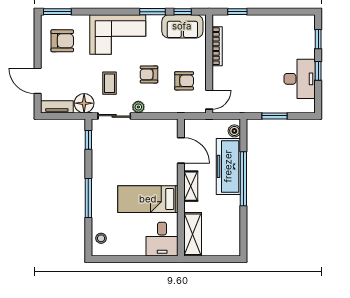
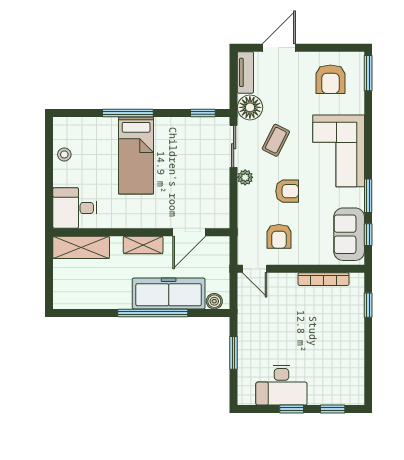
armchair: (149, 74) -> (287, 191), turned 90
coffee table: (109, 83) -> (276, 140), turned -63
bed: (148, 199) -> (136, 156), moved, turned 180
stool: (101, 238) -> (64, 154), moved

